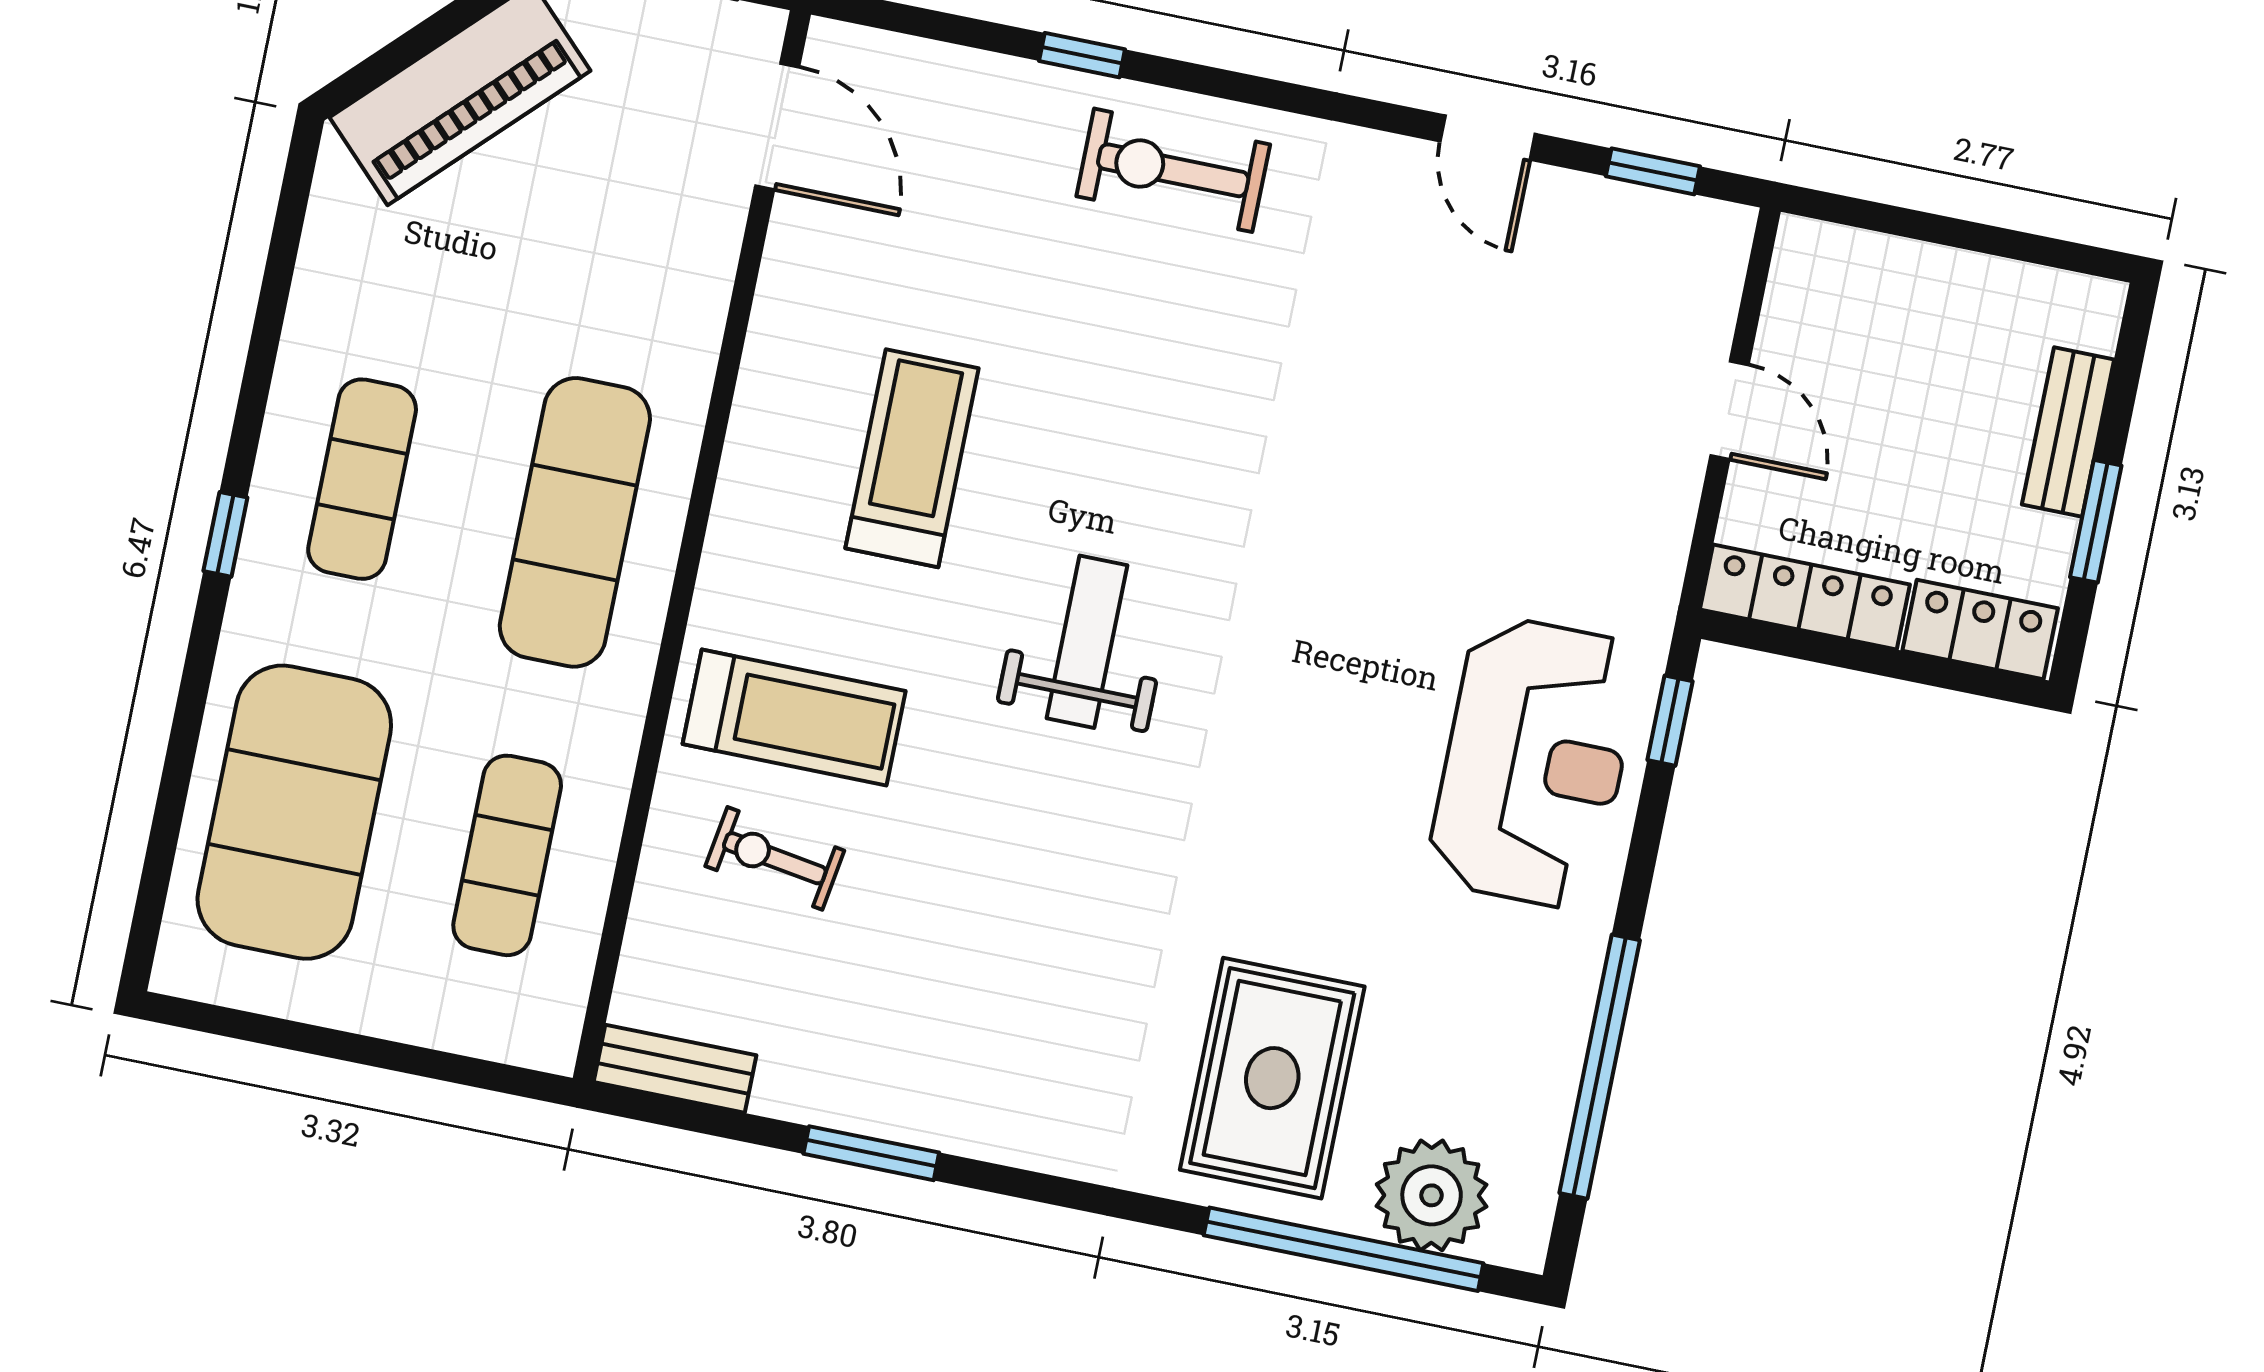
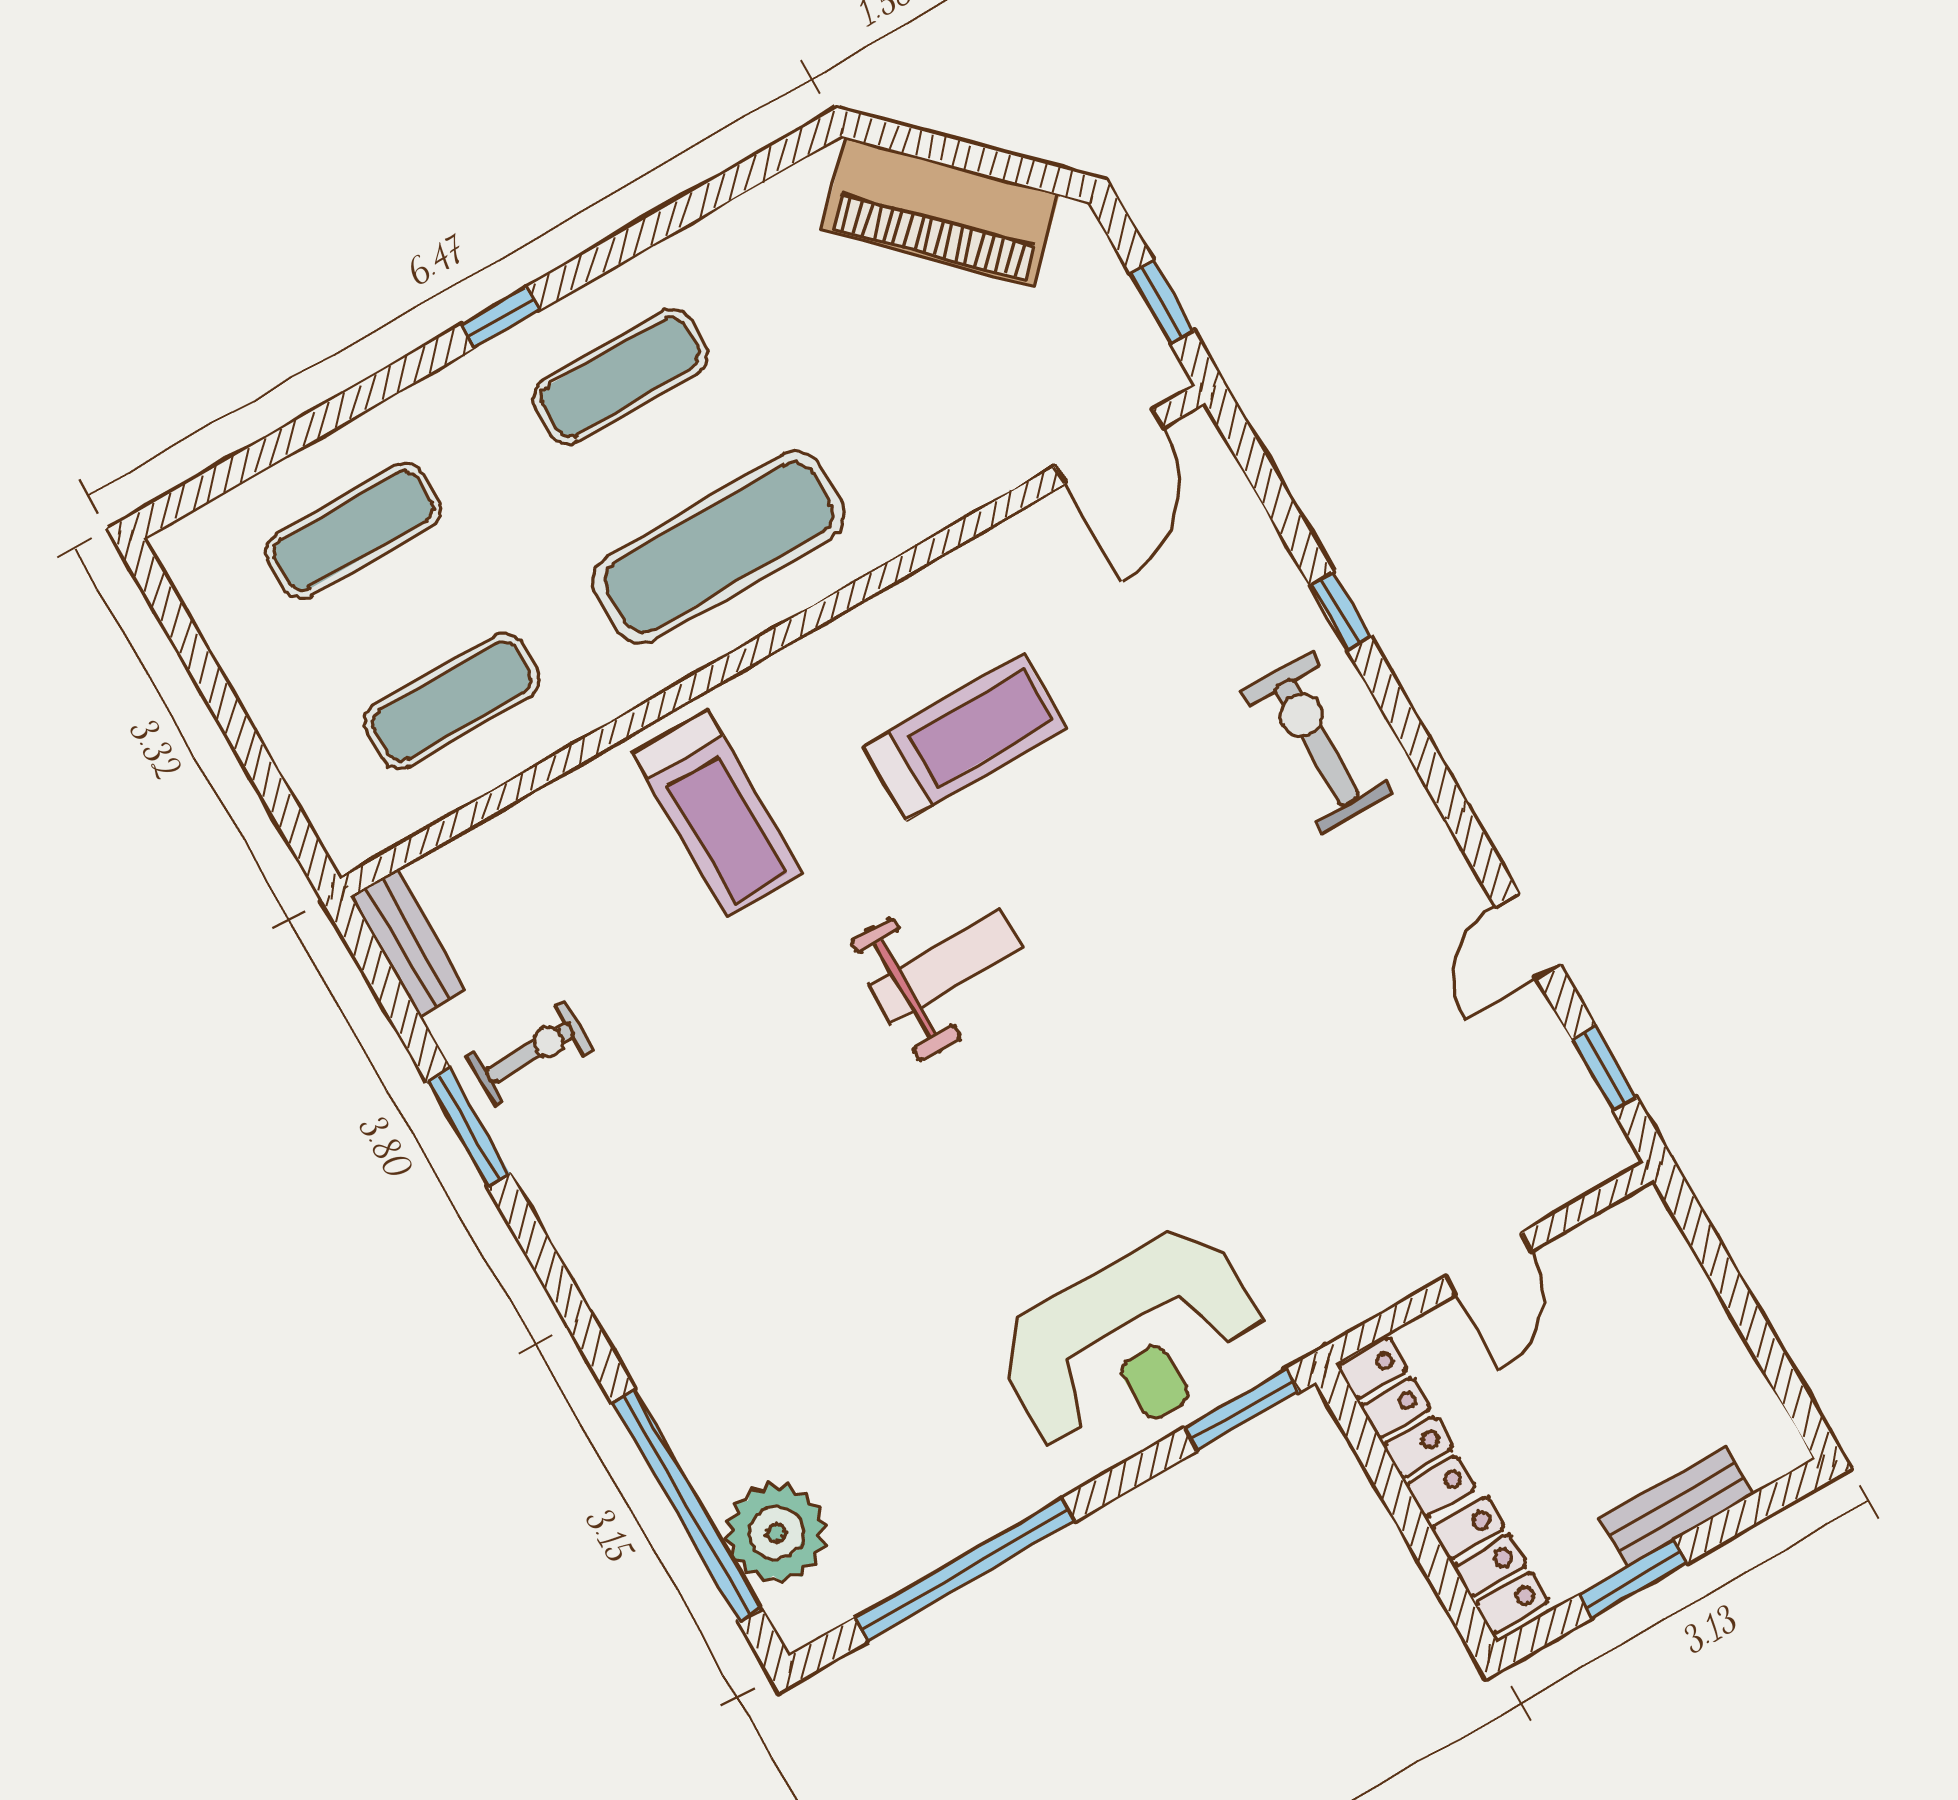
window: (1670, 721) -> (1242, 1410), width x1.50
exercise mat: (294, 812) -> (353, 531), width x0.50, depth x0.69
exercise bike: (775, 858) -> (530, 1053), moved, turned 81
rug: (1272, 1078) -> (760, 1354), removed

